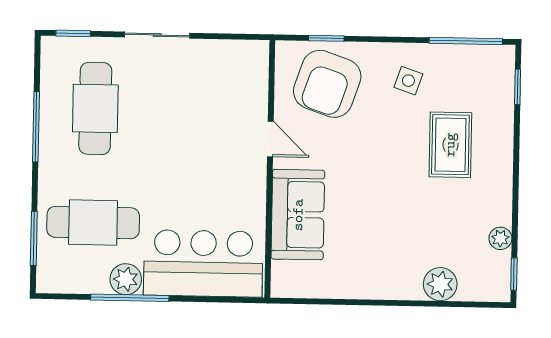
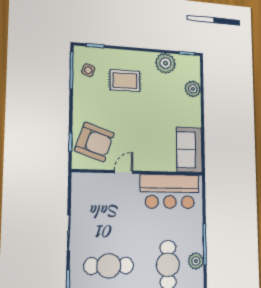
side table: (408, 81) -> (88, 70), moved
sofa: (298, 215) -> (189, 150), moved, turned -90
plant: (500, 238) -> (165, 63), width x1.87, depth x1.87
bar counter: (203, 263) -> (170, 191), moved, turned -90
plant: (126, 279) -> (196, 261), moved

